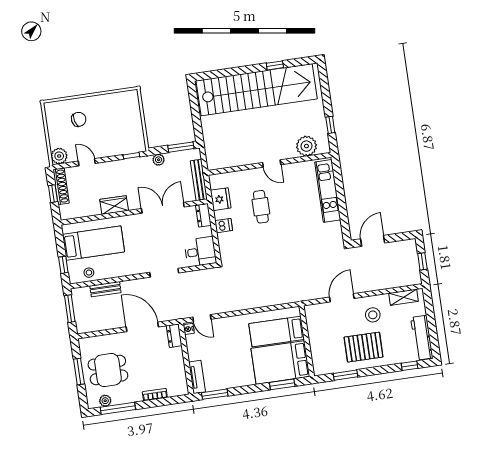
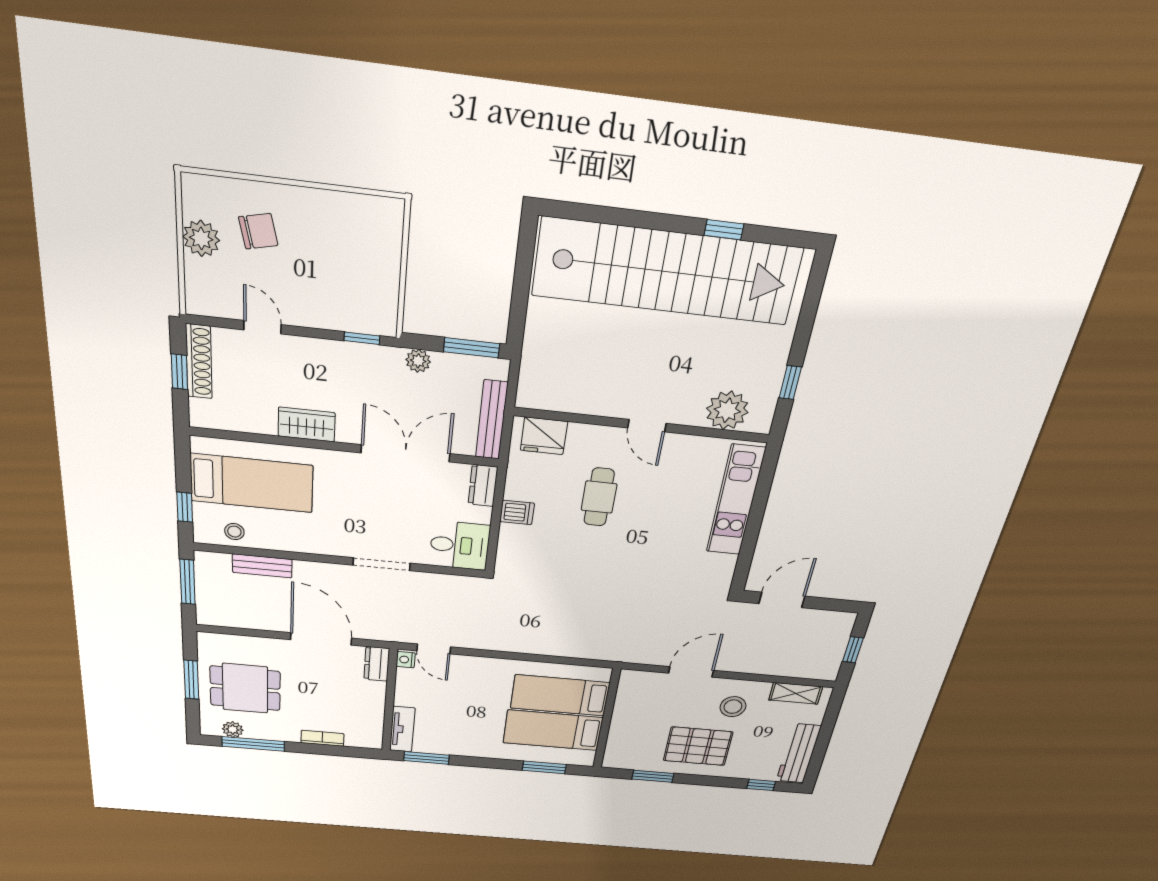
plant: (59, 156) -> (201, 238), moved
fridge: (221, 199) -> (544, 436), moved, turned 90
bed: (280, 362) -> (553, 730), width x0.67

